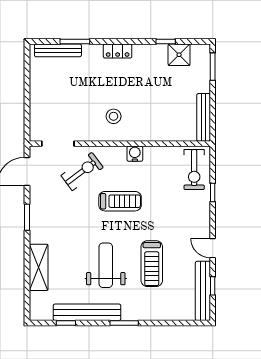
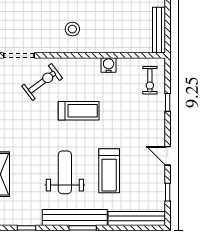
water cooler: (135, 154) -> (109, 65), moved
exercise bike: (194, 170) -> (150, 80), width x0.73, depth x0.72
bench: (203, 291) -> (137, 218), moved, turned 90
bench: (87, 312) -> (75, 218), moved

